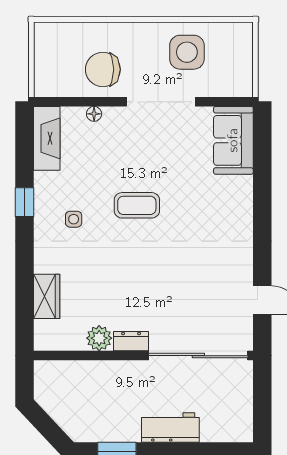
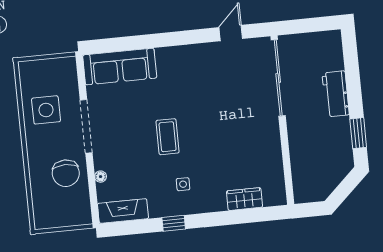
sofa: (233, 140) -> (120, 67), width x1.36
plant: (99, 338) -> (273, 155), removed
dresser: (131, 341) -> (272, 131), removed

